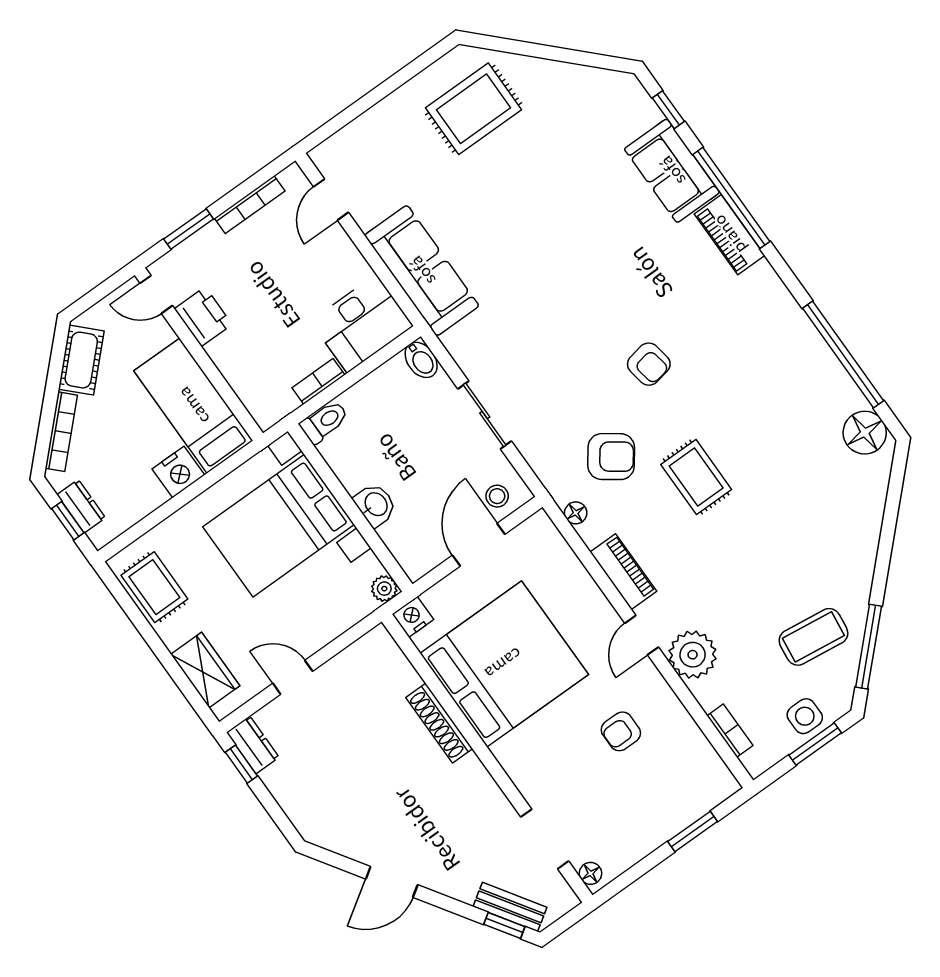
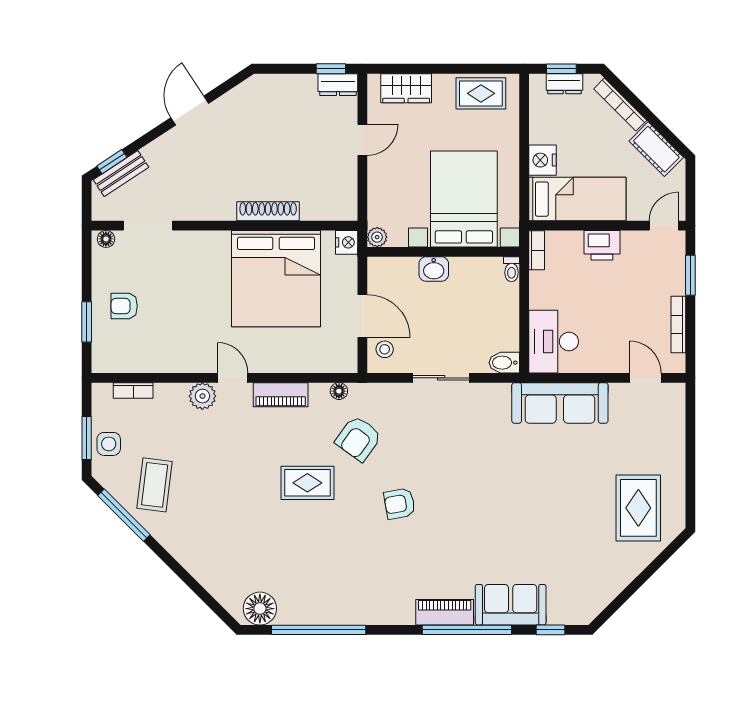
printer: (203, 317) -> (602, 245), moved
bookcase: (318, 381) -> (537, 250), moved
toilet: (324, 422) -> (512, 269), width x0.73, depth x0.72
plant: (693, 655) -> (202, 396), width x0.73, depth x0.73
armchair: (621, 731) -> (124, 306), moved, turned -90

